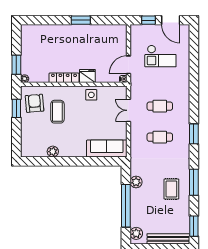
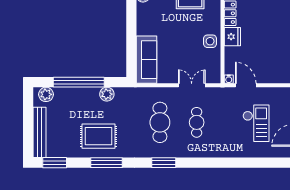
checkout: (160, 56) -> (256, 123), turned 180
cafe table: (160, 137) -> (160, 122), width x1.37, depth x1.35
rug: (171, 189) -> (98, 136), width x1.36, depth x1.43

